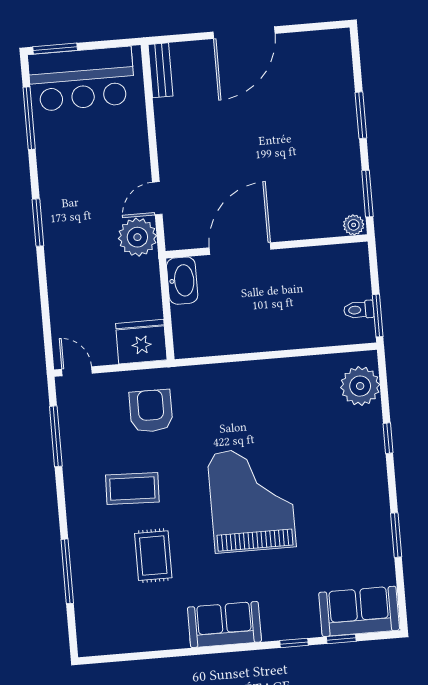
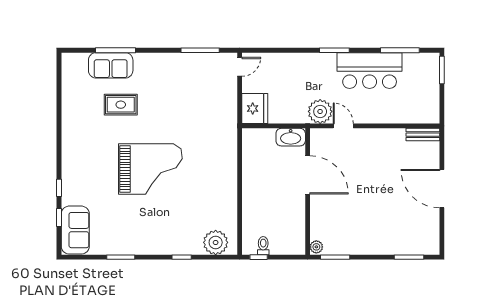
bar counter: (82, 79) -> (370, 71), moved, turned -90
window: (361, 115) -> (409, 257), moved
window: (378, 316) -> (259, 257), width x0.67
armchair: (151, 411) -> (211, 111), removed
coffee table: (132, 488) -> (164, 95), removed
sofa: (224, 624) -> (111, 65), moved, turned 90

